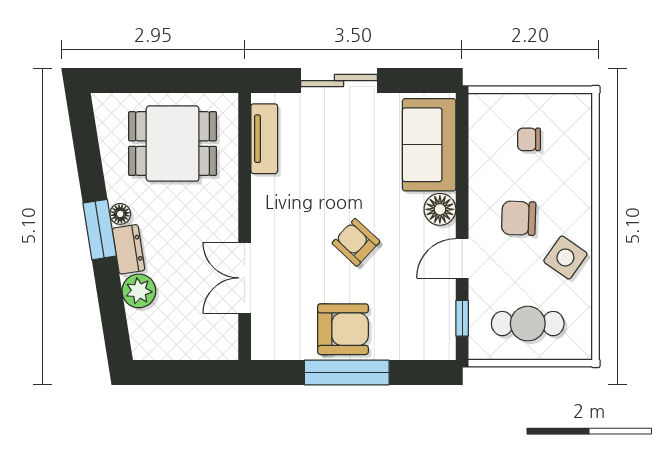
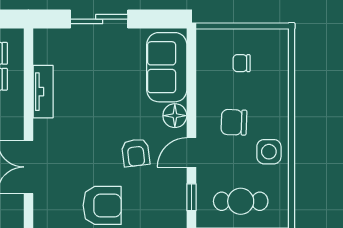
tv unit: (264, 139) -> (43, 92), moved
armchair: (356, 242) -> (136, 153), moved, turned -140
side table: (565, 257) -> (269, 152), turned -35

